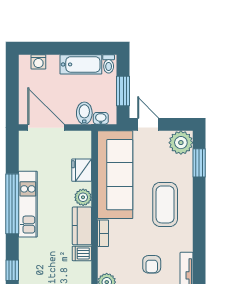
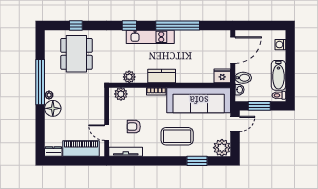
window: (199, 163) -> (197, 161), moved
fridge: (82, 170) -> (222, 76), moved
plant: (83, 197) -> (129, 77), moved
kitchen unit: (28, 204) -> (150, 37), moved
dishwasher: (82, 253) -> (142, 76), removed

